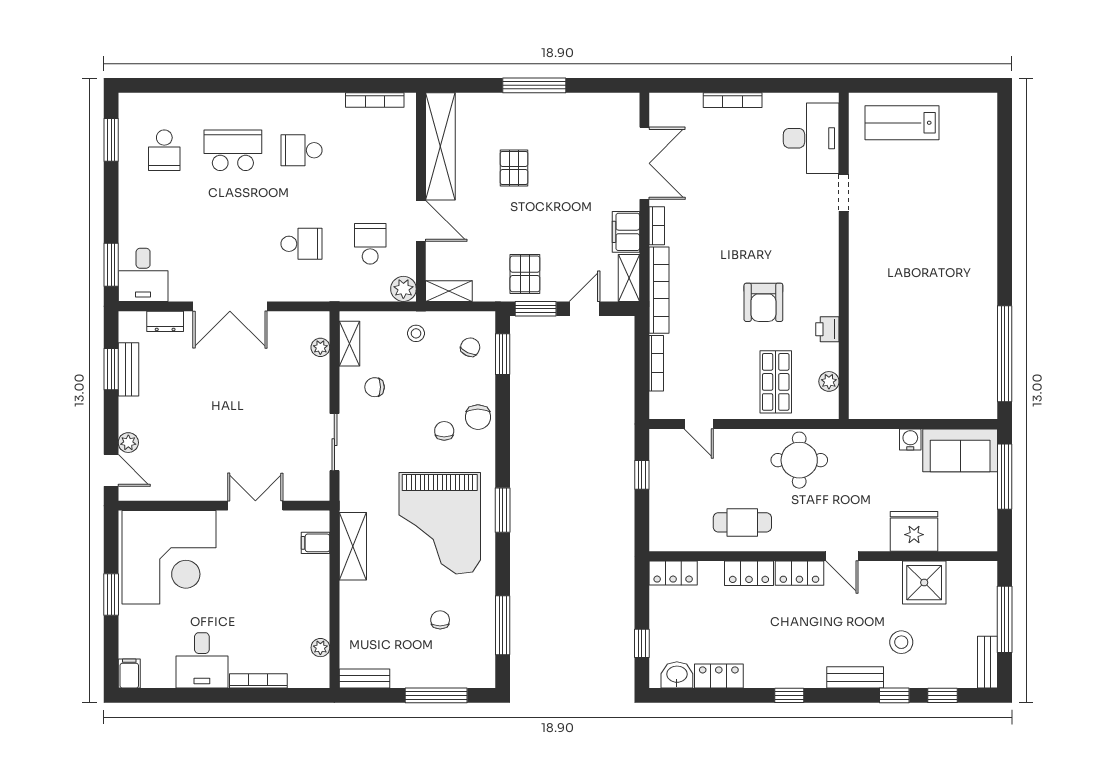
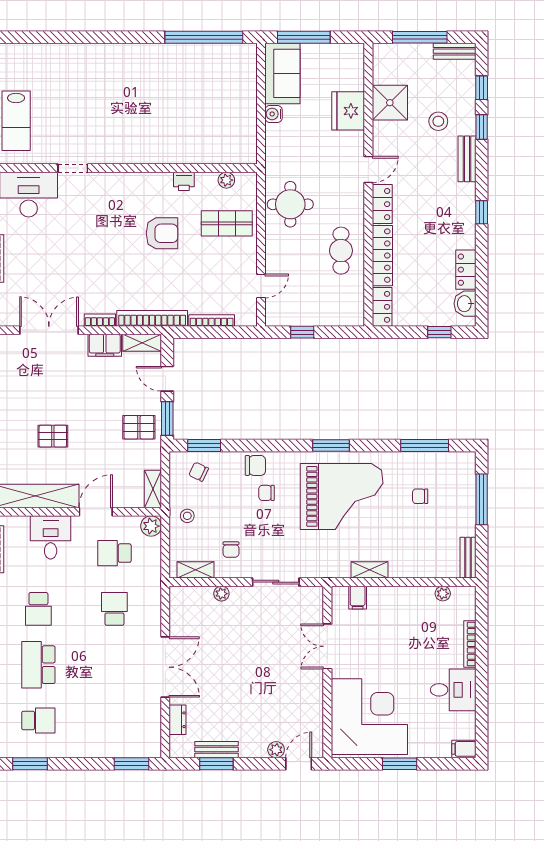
desk: (143, 275) -> (51, 537), moved, turned -90
plant: (320, 347) -> (221, 594), moved
shelving: (353, 546) -> (369, 570), width x0.67, depth x0.75
locker: (749, 573) -> (382, 256), width x1.53

